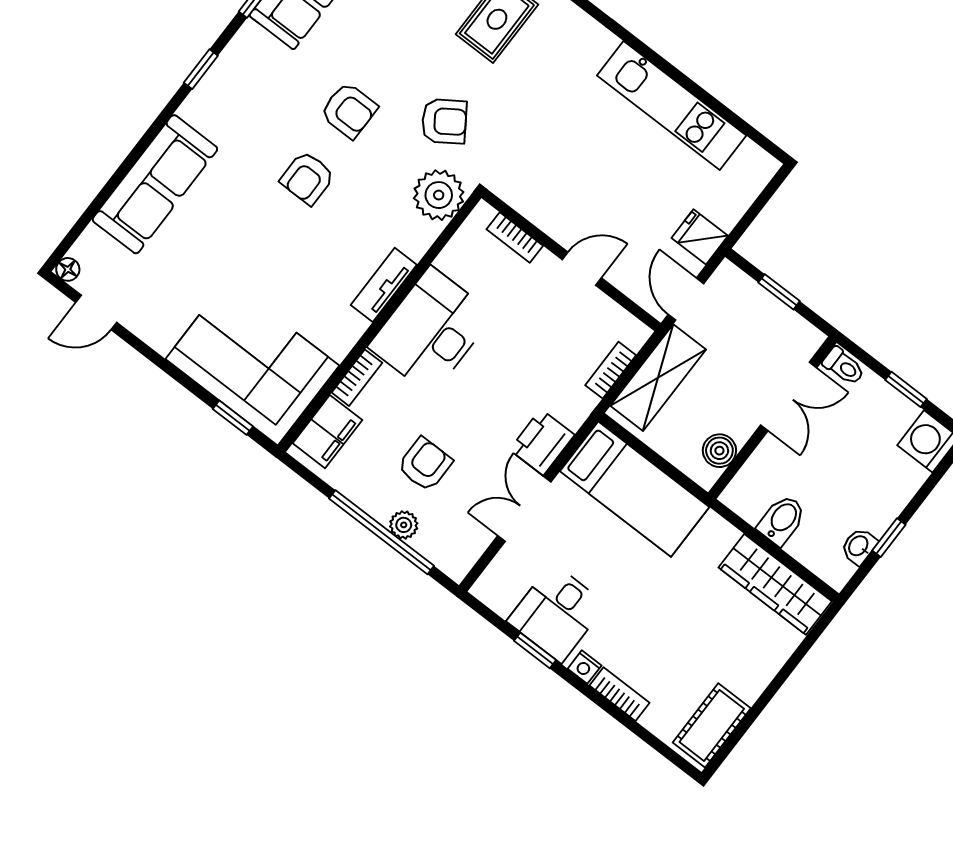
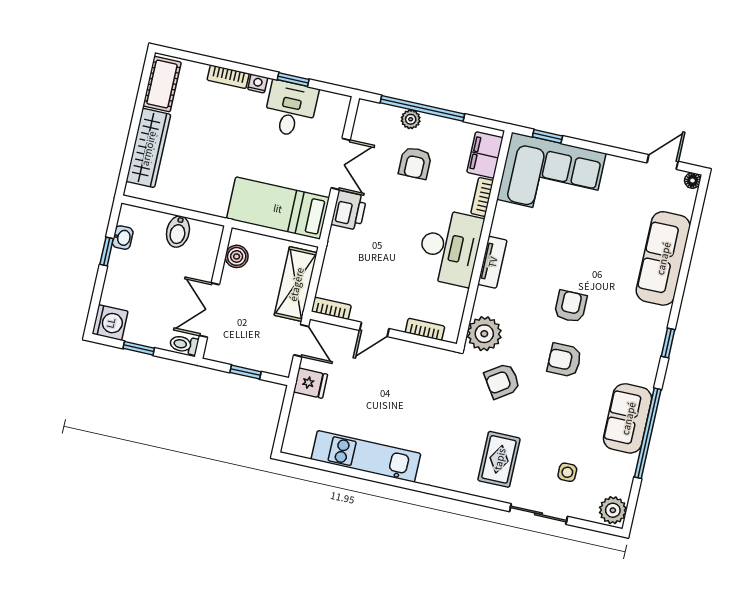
bookcase: (611, 370) -> (331, 308), moved, turned -90
wardrobe: (775, 584) -> (148, 148), moved, turned 90

